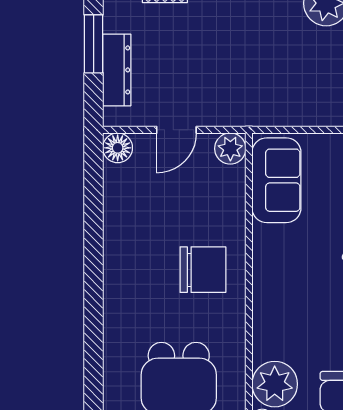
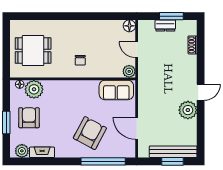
dresser: (117, 70) -> (165, 25), width x0.70
chair: (203, 270) -> (80, 60), width x0.54, depth x0.54

